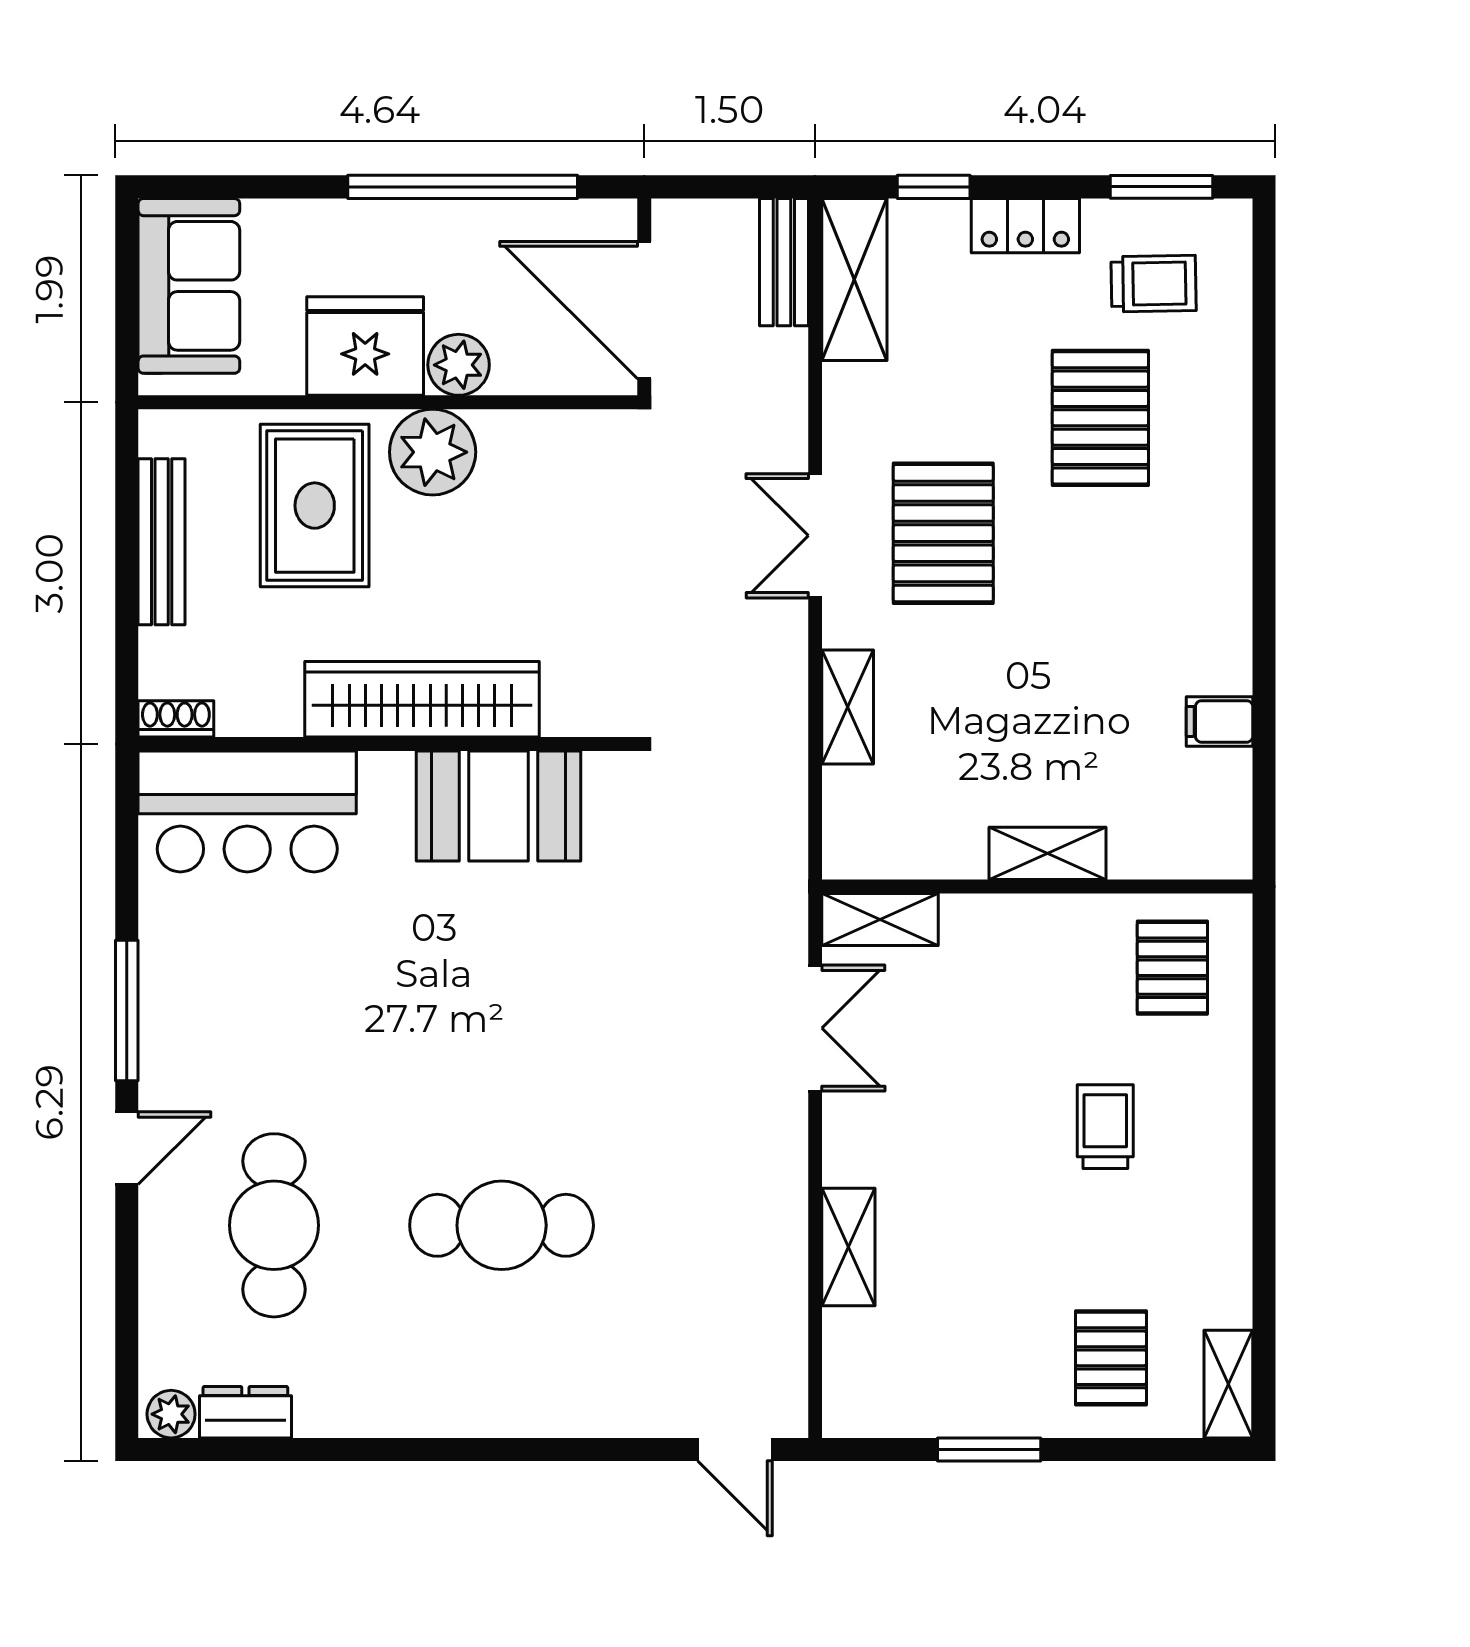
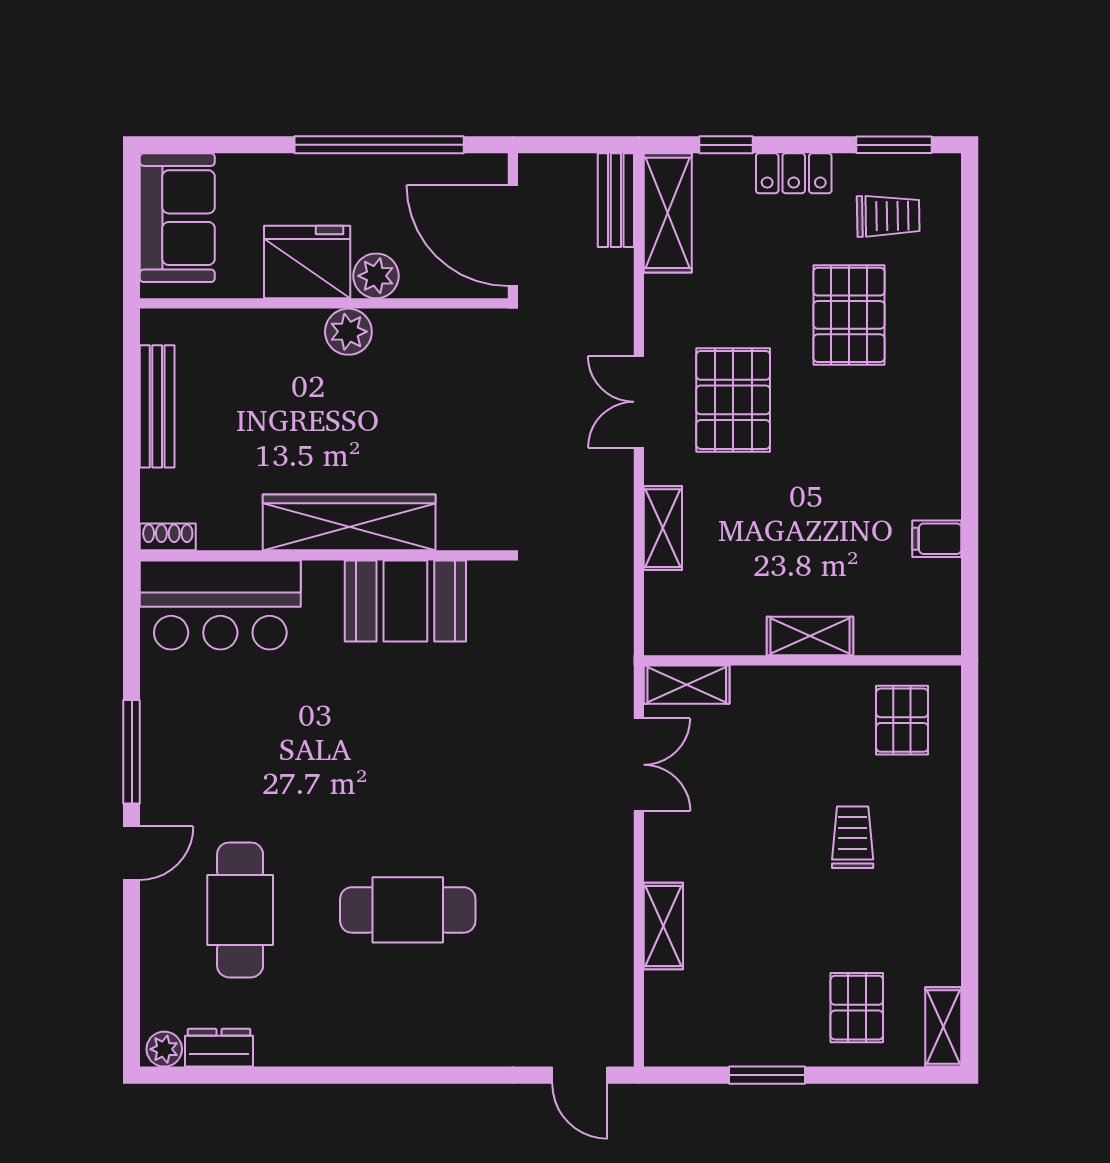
plant: (433, 452) -> (348, 332), width x0.73, depth x0.73
rug: (315, 506) -> (270, 380), removed

